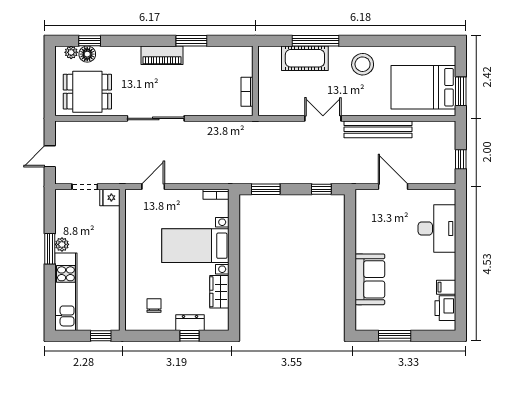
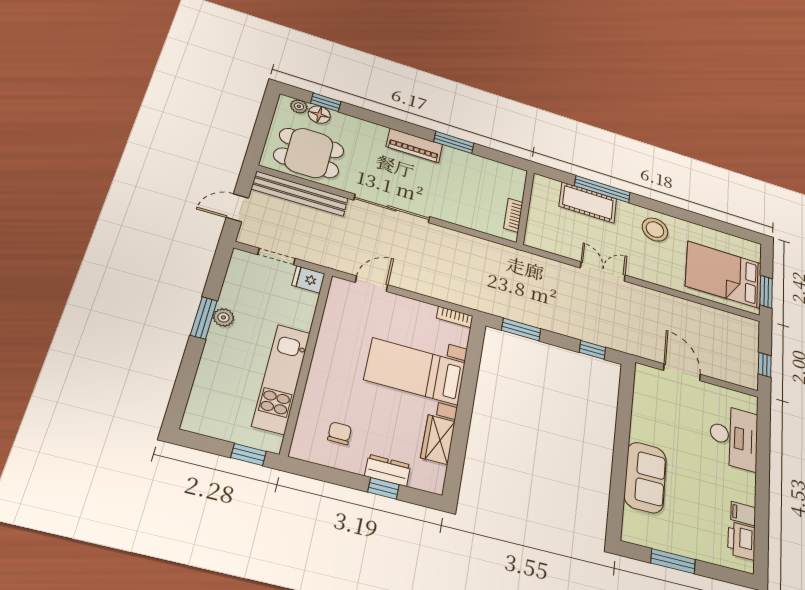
bench: (378, 129) -> (300, 194), moved
kitchen unit: (66, 292) -> (281, 379), moved, turned 180

